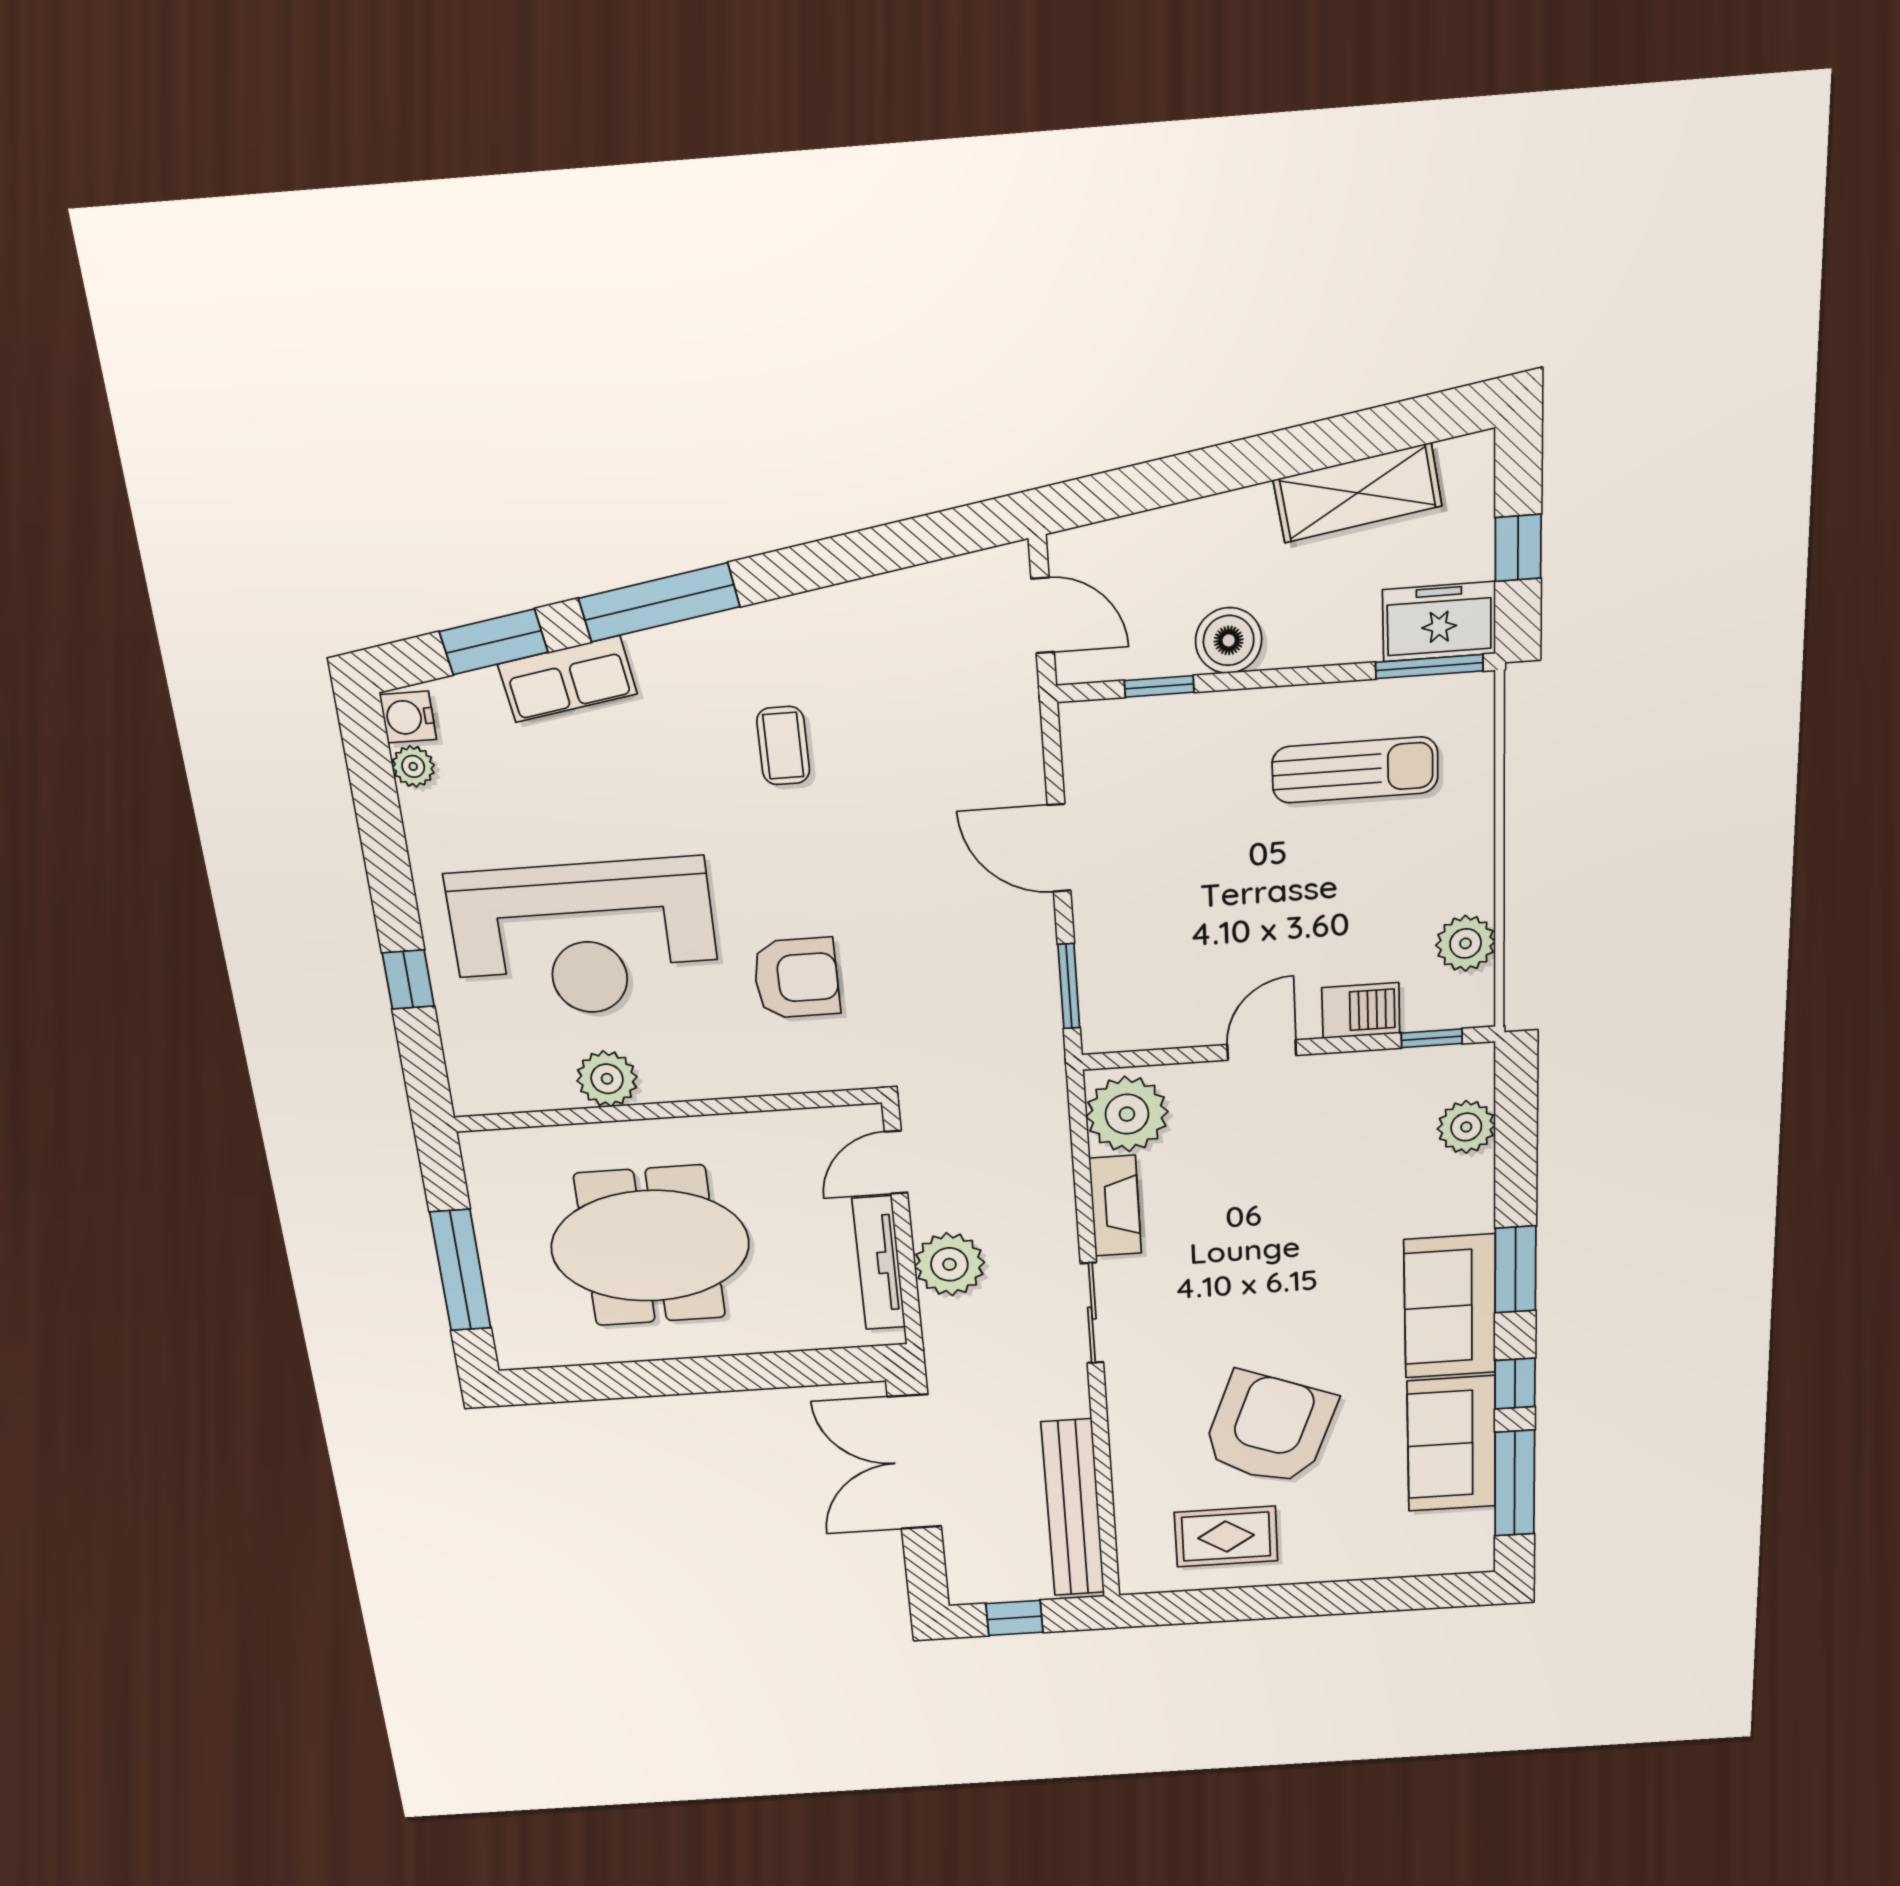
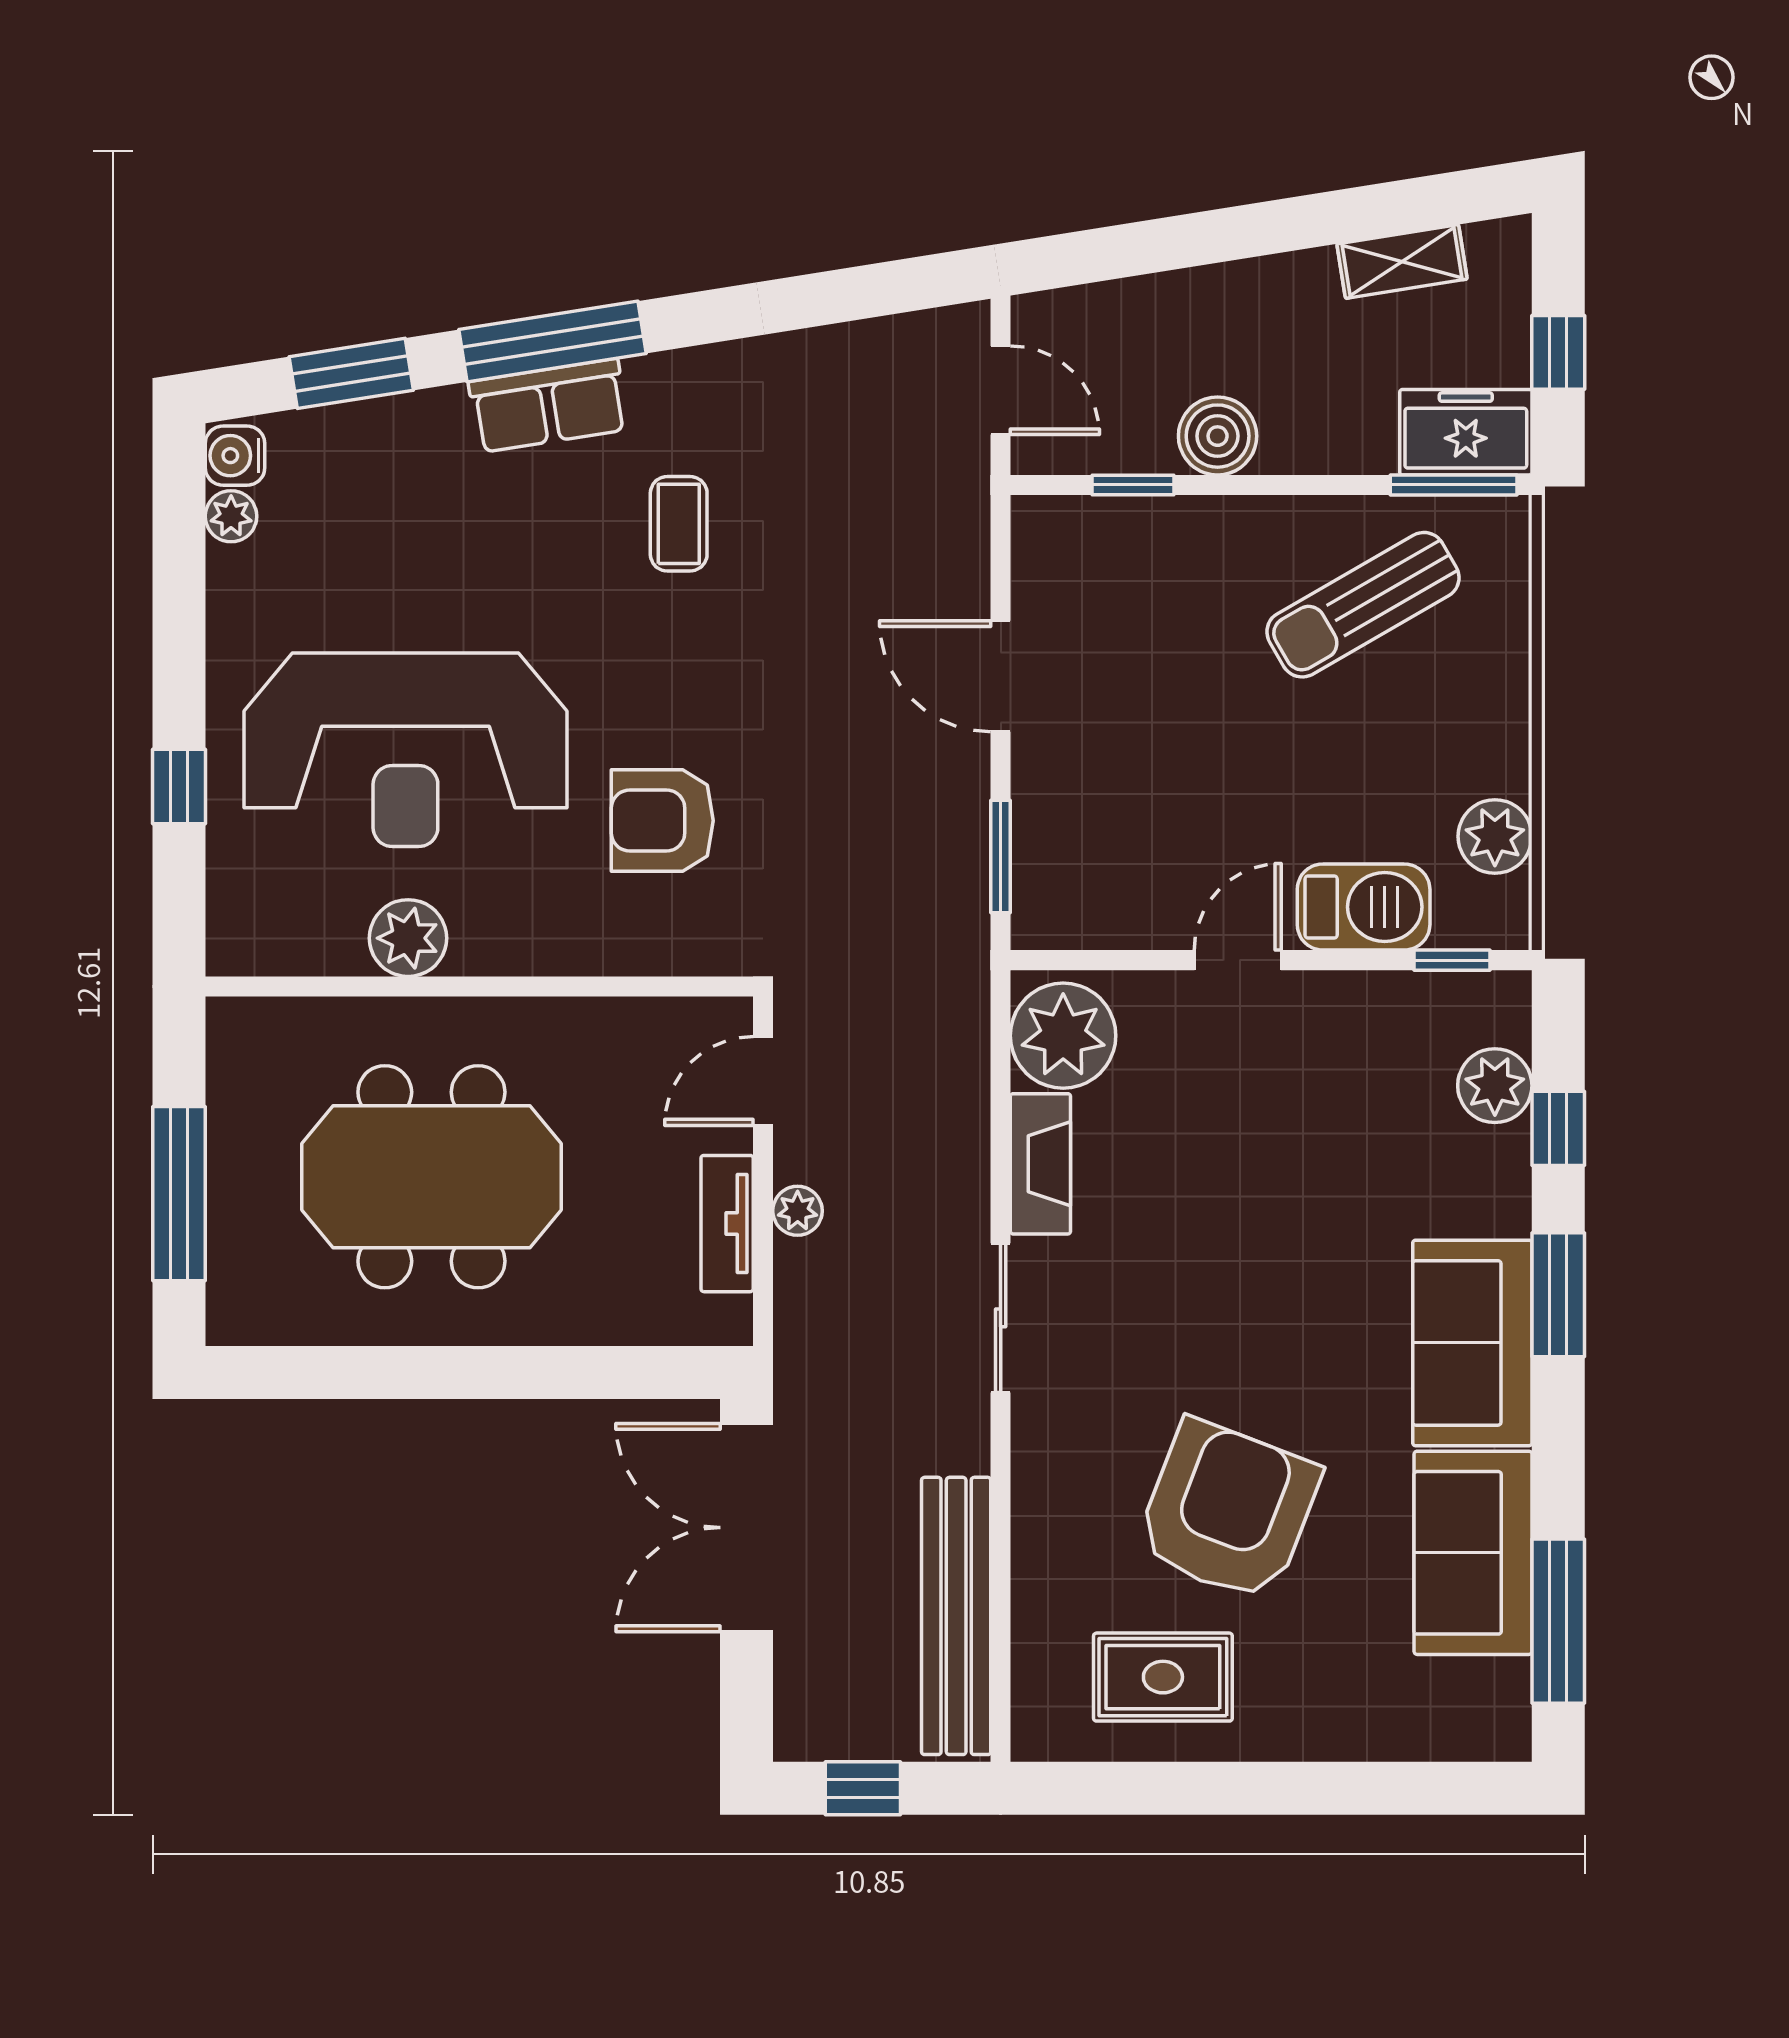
shelving: (1358, 493) -> (1402, 261), width x0.67, depth x0.75
row of seats: (567, 679) -> (548, 406), moved
sun lounger: (1355, 770) -> (1363, 605), turned 150
armchair: (796, 978) -> (662, 821), turned 180
barbecue: (1361, 1011) -> (1364, 907), width x1.38, depth x1.27
tv unit: (879, 1263) -> (727, 1224), width x0.71
plant: (949, 1264) -> (798, 1211), width x0.53, depth x0.53
window: (1515, 1384) -> (1558, 1128), moved

